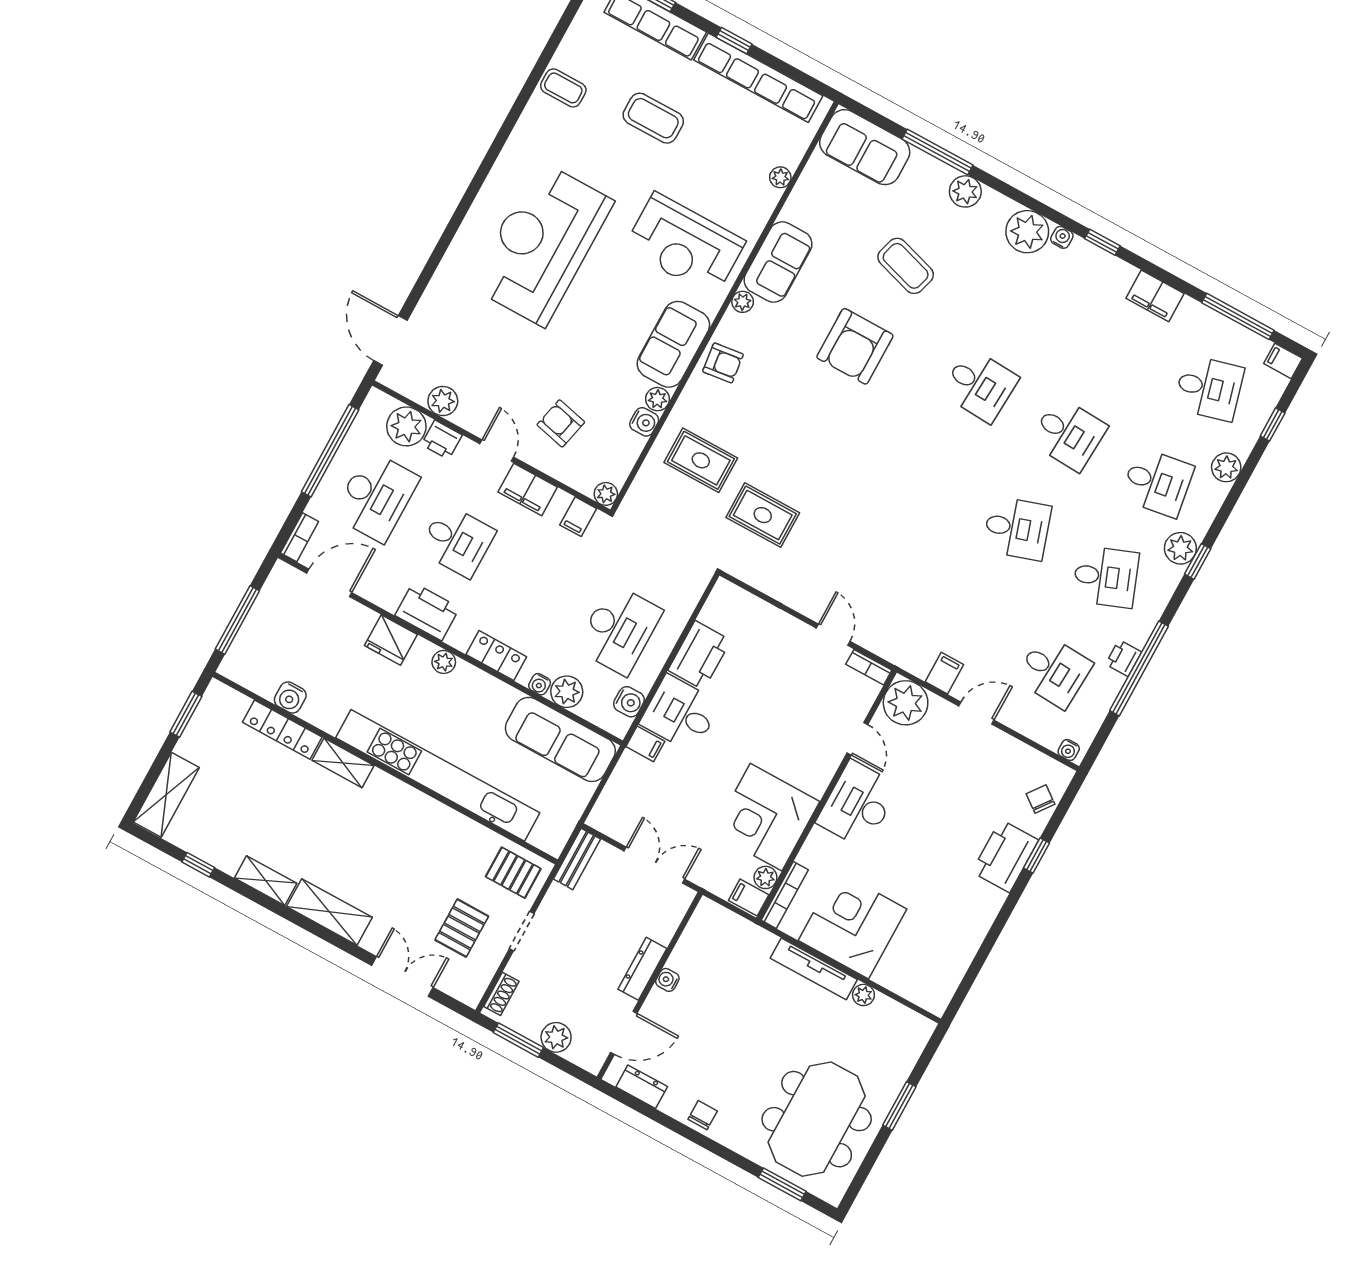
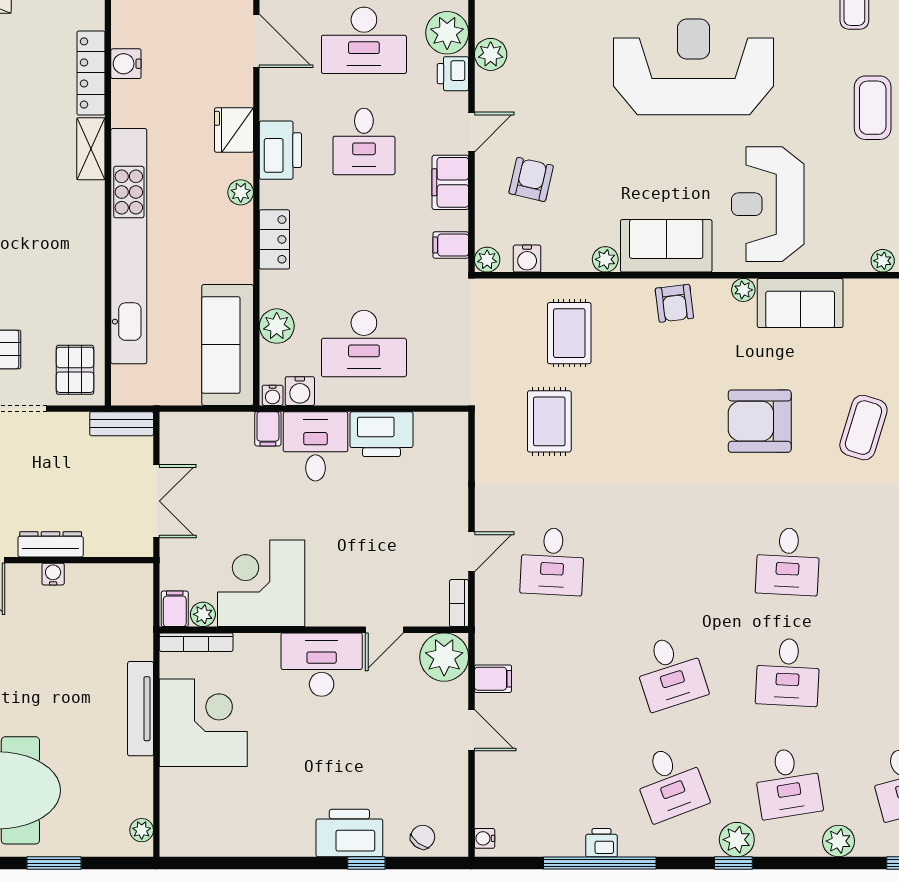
water cooler: (644, 422) -> (527, 259), moved
desk: (1054, 671) -> (552, 561), moved
water cooler: (540, 684) -> (273, 395), moved, turned -90
plant: (863, 995) -> (142, 830), moved

